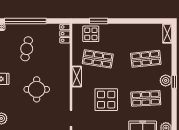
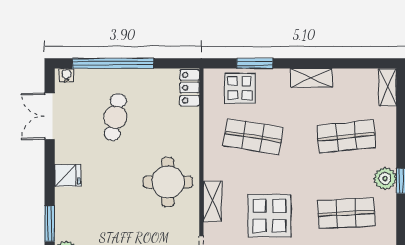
shelving: (128, 29) -> (311, 78), added
shelving: (77, 77) -> (212, 201), moved
round table: (37, 89) -> (168, 182), moved

